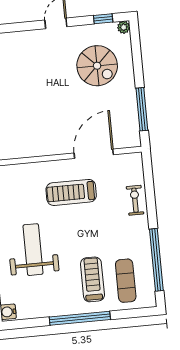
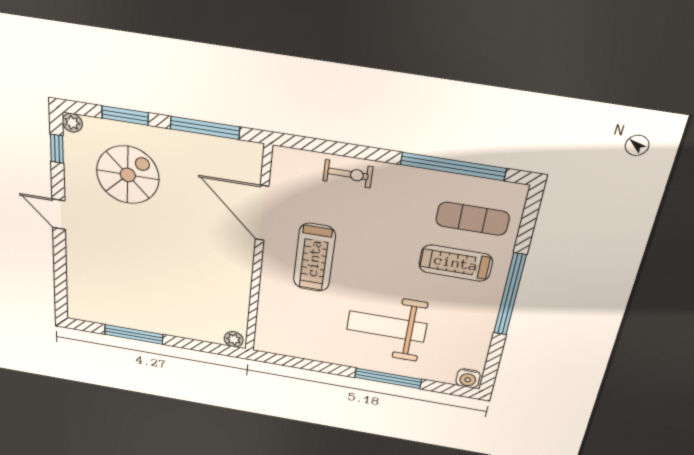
window: (137, 60) -> (125, 115), added
exercise bike: (135, 200) -> (348, 174), turned 180

